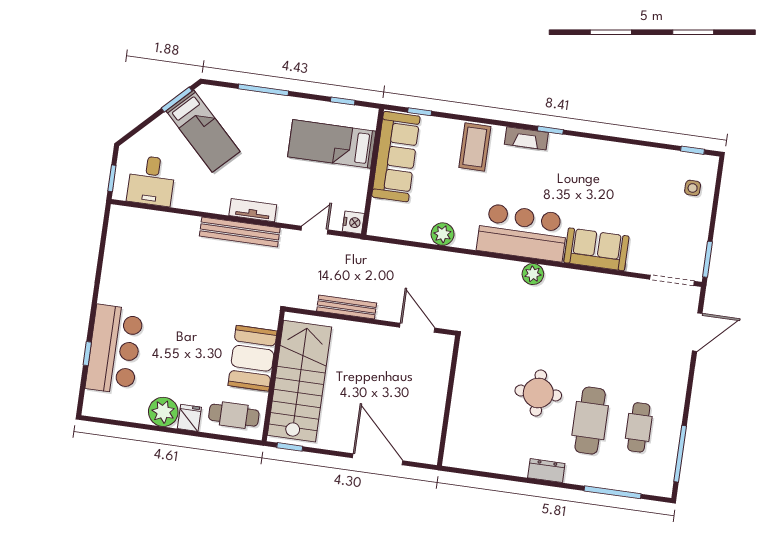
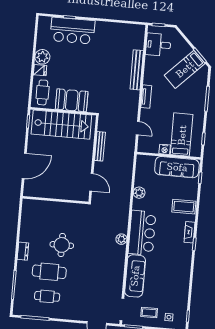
nightstand: (353, 222) -> (165, 149), moved
coffee table: (681, 227) -> (149, 313), added
bench: (240, 232) -> (137, 70), moved
sofa: (596, 249) -> (135, 276), width x1.36
door: (417, 328) -> (91, 182), hinge flipped

